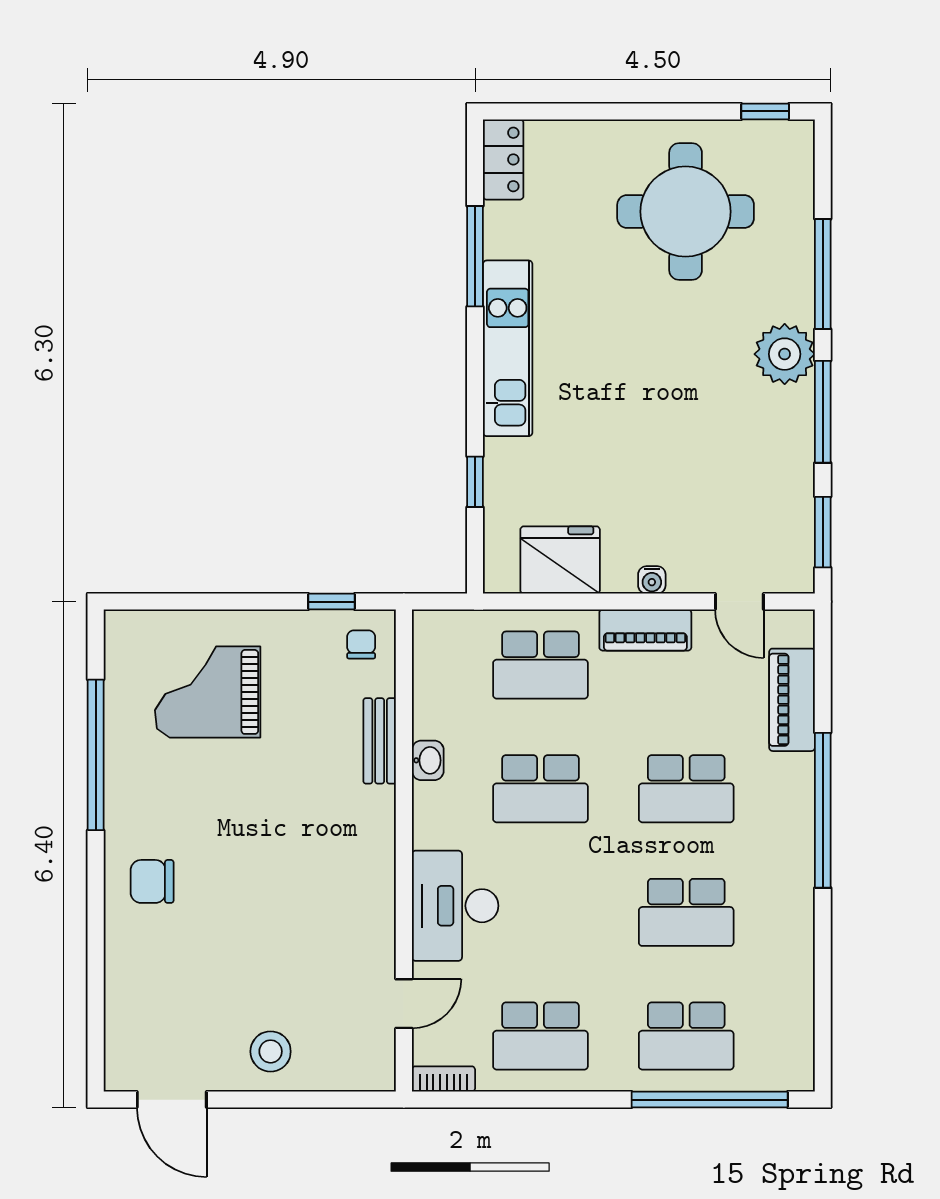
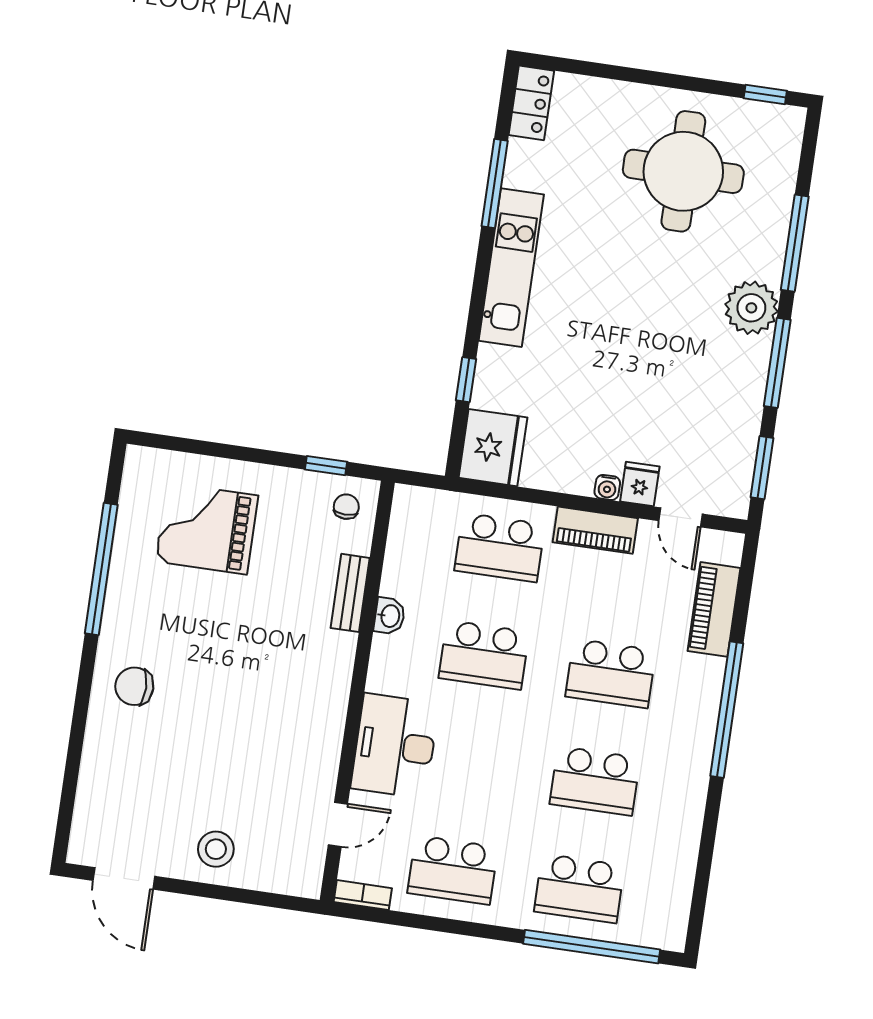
fridge: (560, 560) -> (493, 448), moved, turned 90
fridge: (688, 571) -> (640, 484), added

